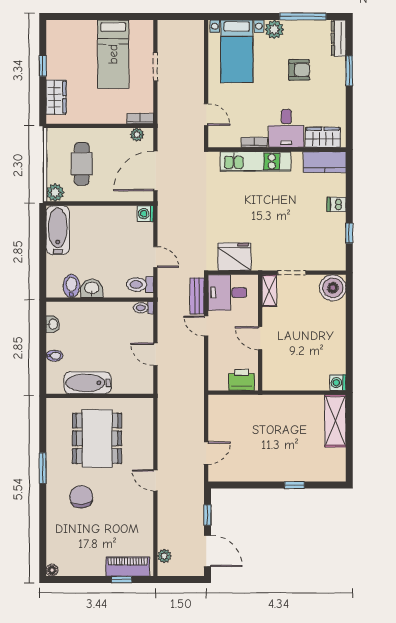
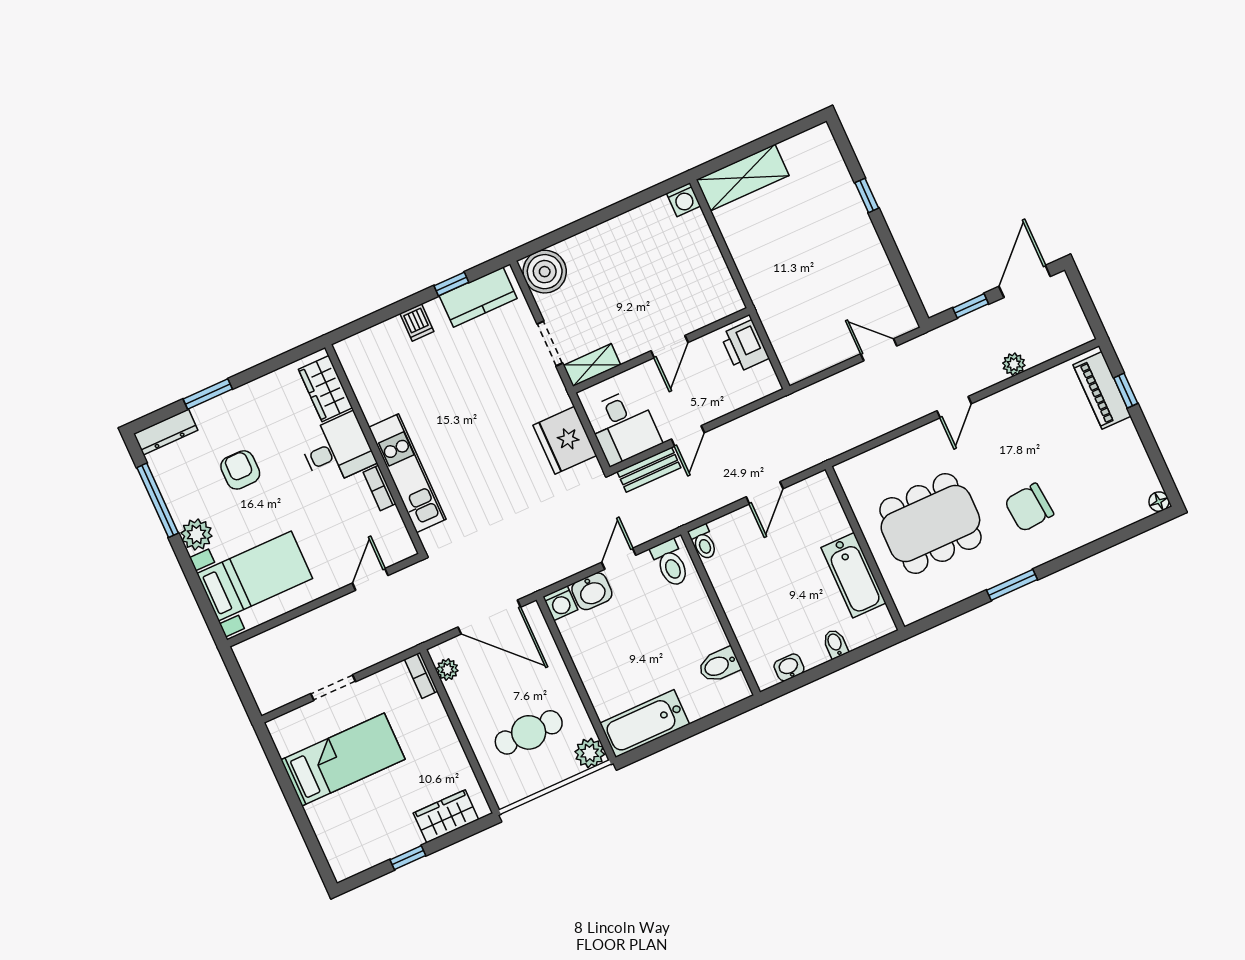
kitchen counter: (325, 162) -> (478, 297), moved, turned 90
washbasin: (92, 288) -> (592, 591), moved, turned -90
plant: (164, 556) -> (1014, 364), moved

